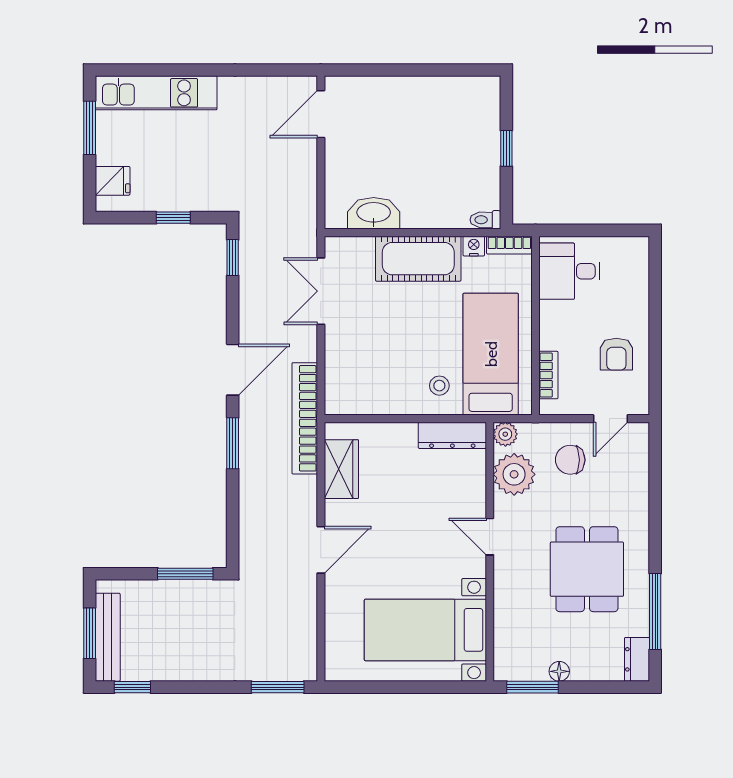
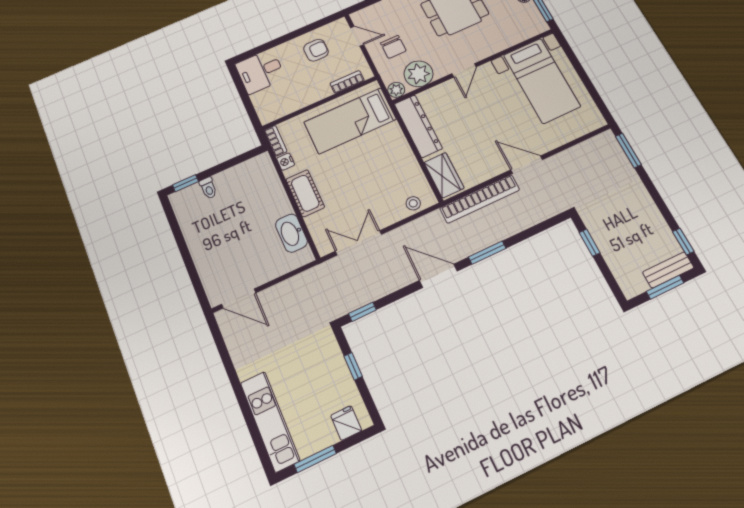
window: (506, 148) -> (185, 183), moved
toilet: (485, 220) -> (208, 188), moved
cot: (418, 259) -> (305, 193), width x0.73, depth x0.75
desk: (569, 271) -> (260, 71), moved, turned 90
double door: (321, 291) -> (358, 243), swing flipped
stool: (439, 386) -> (413, 203), moved
bookcase: (305, 418) -> (480, 199), moved
dresser: (452, 435) -> (418, 126), width x1.37, depth x1.24
wardrobe: (341, 469) -> (444, 175), moved, turned 90
window: (185, 574) -> (590, 243), width x0.67
bench: (108, 637) -> (668, 270), width x0.73

